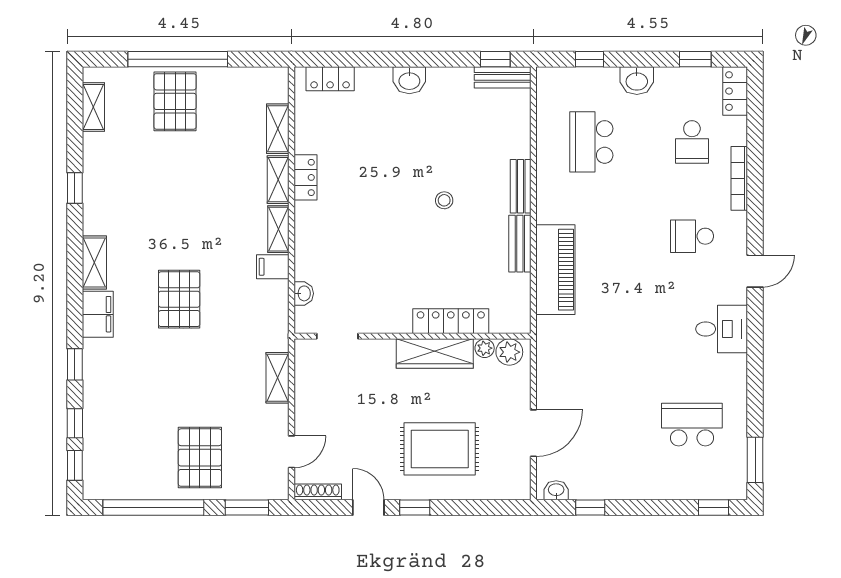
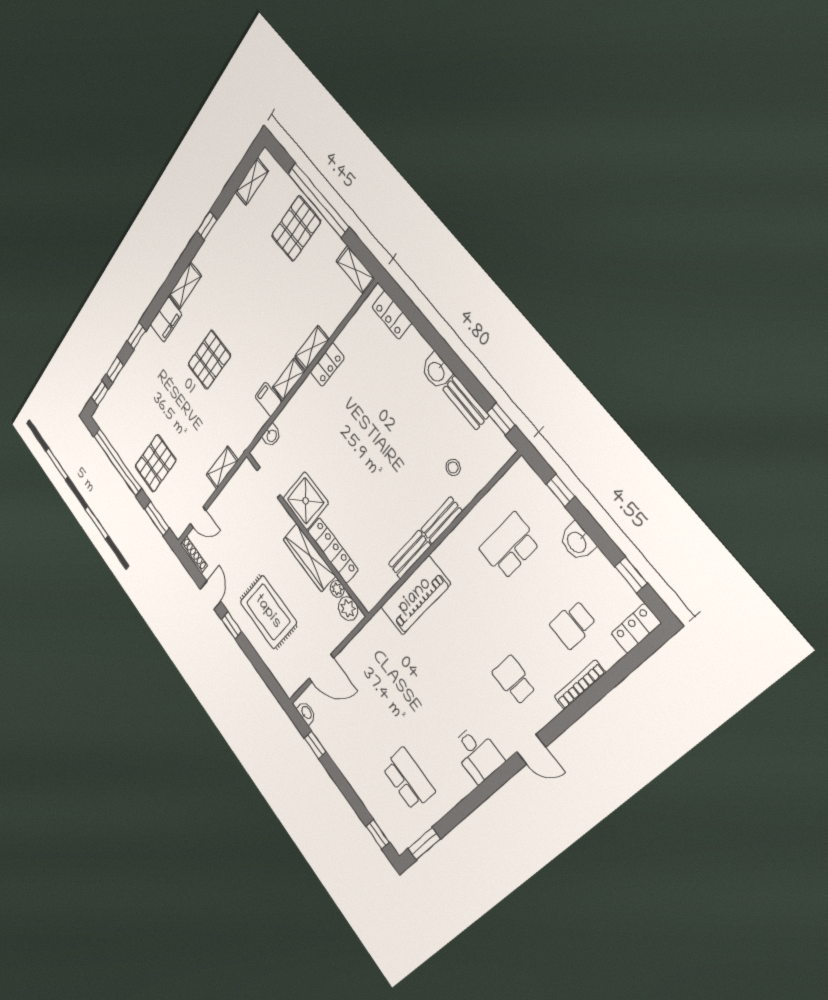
bench: (503, 77) -> (466, 402), moved
shelving: (278, 129) -> (355, 270), moved, turned 90
stool: (444, 200) -> (453, 467), moved
shower: (387, 310) -> (306, 501), added

